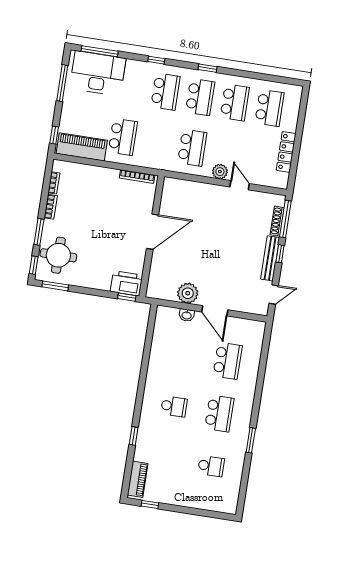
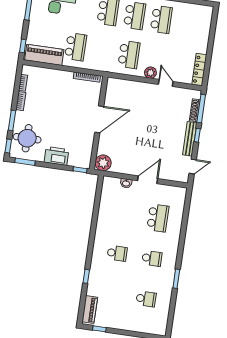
school desk: (269, 108) -> (188, 23), removed
locker: (286, 152) -> (199, 70), moved
printer: (126, 283) -> (57, 156), moved
plant: (188, 293) -> (103, 163), moved
door: (215, 311) -> (148, 180), swing flipped
school desk: (219, 413) -> (152, 258), width x0.54

